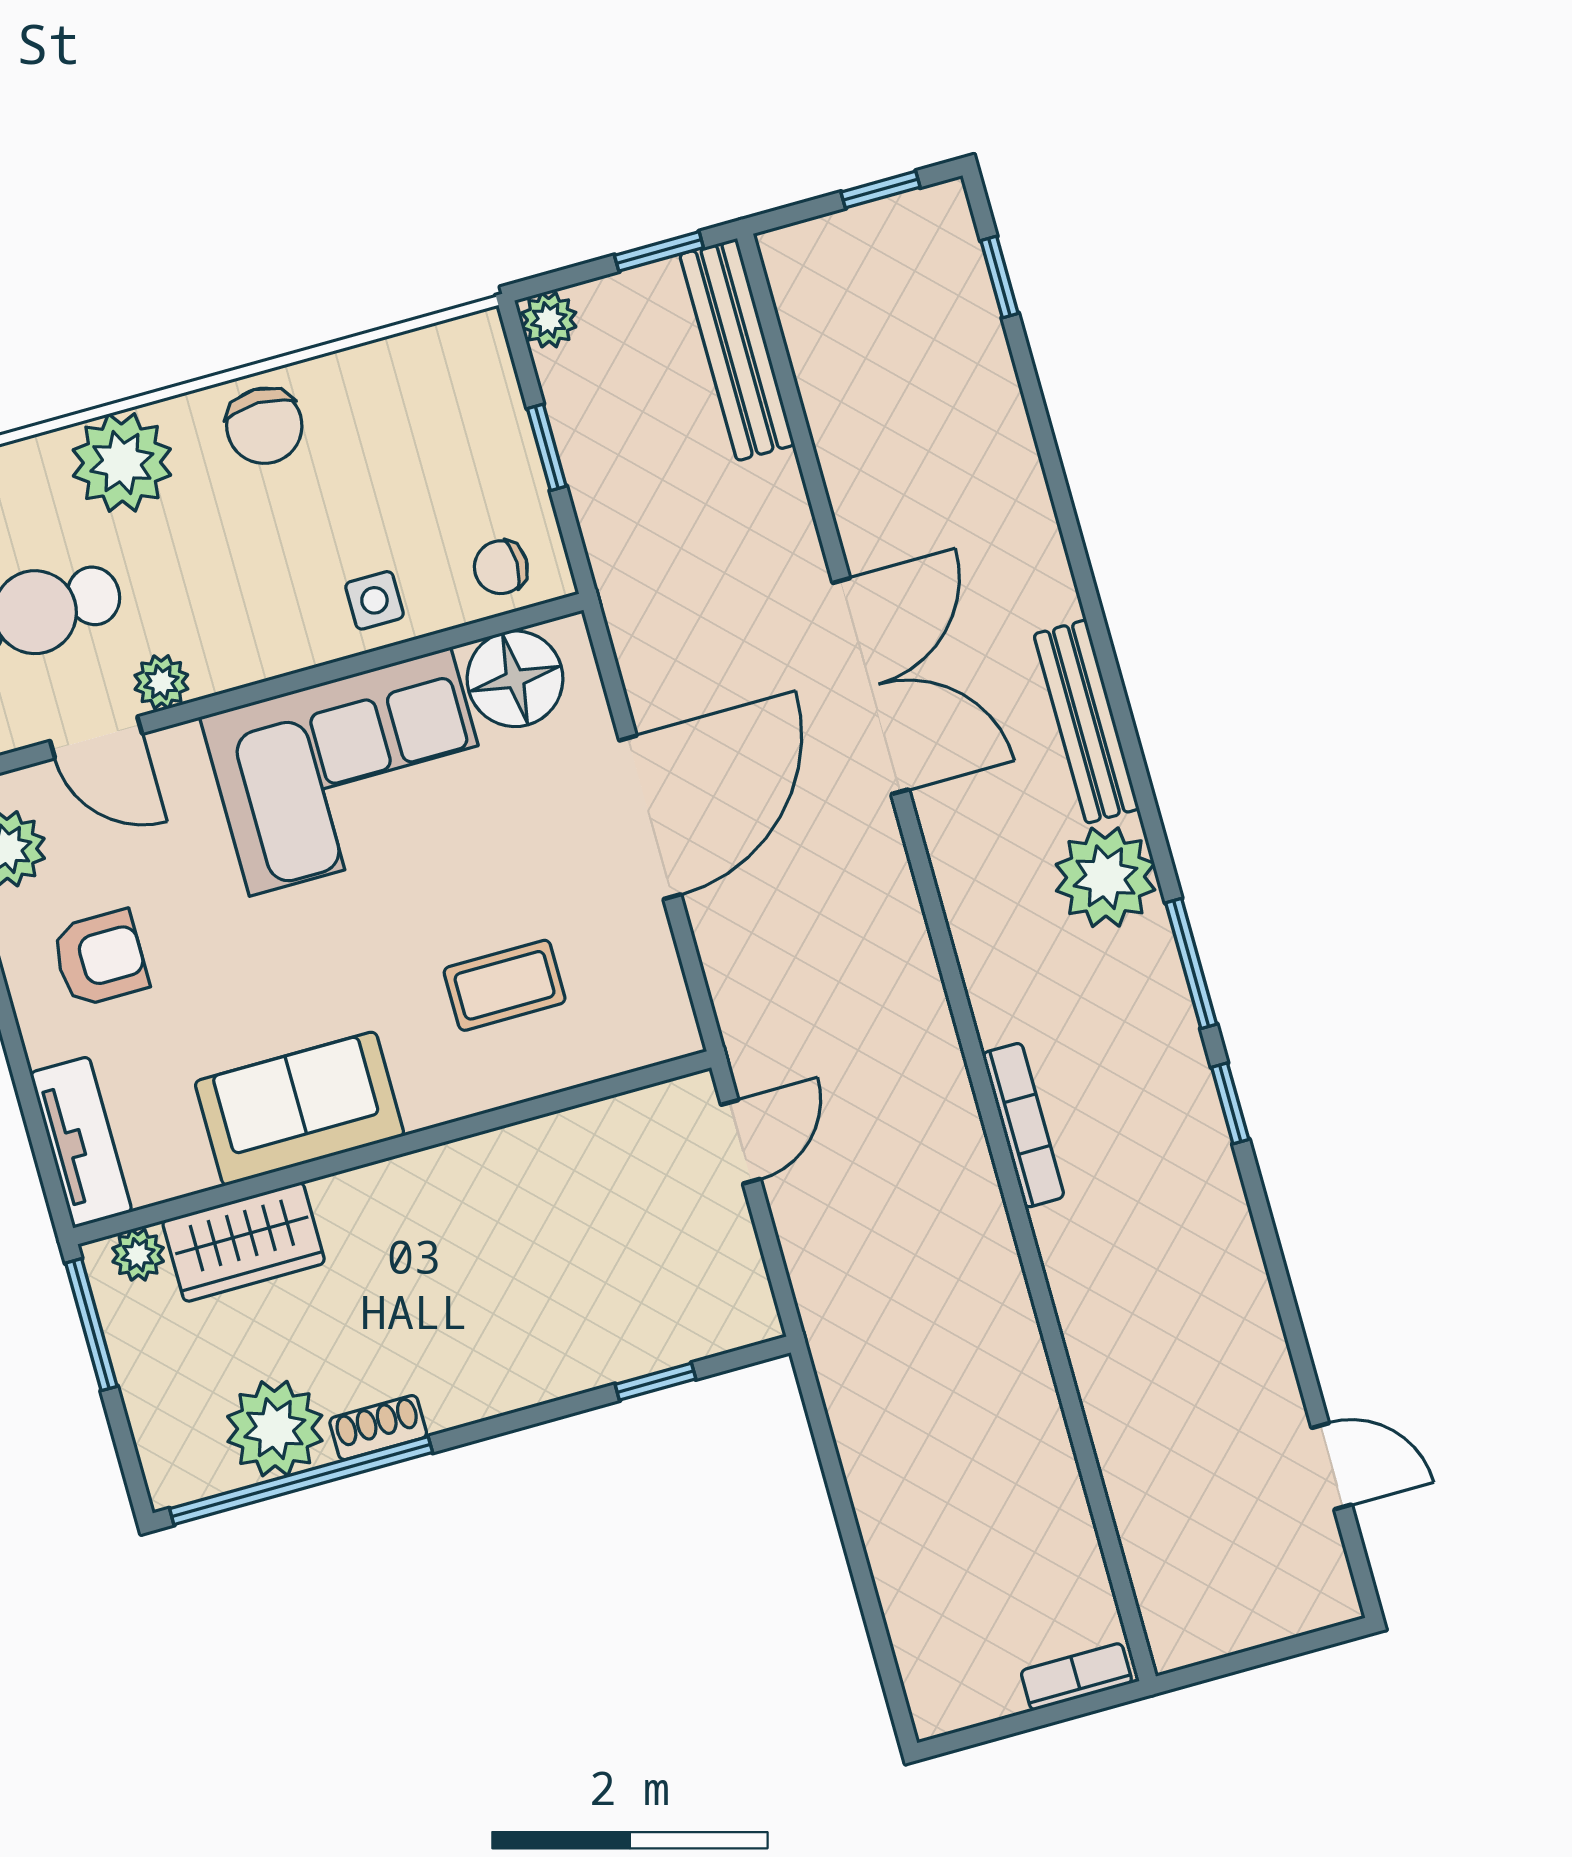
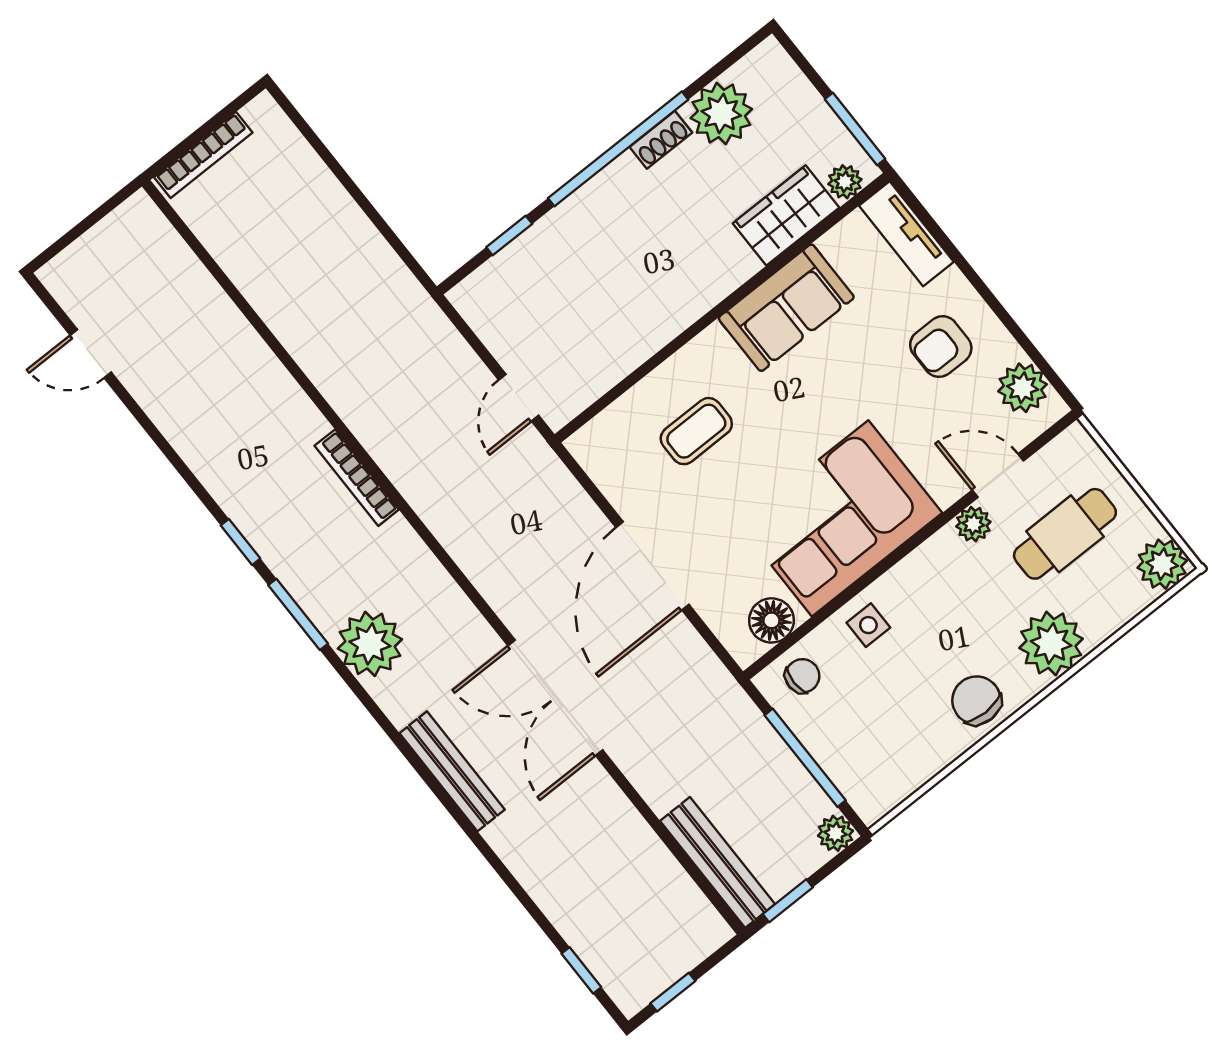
window: (547, 447) -> (805, 758), width x2.17
floor lamp: (515, 679) -> (771, 620), width x0.73, depth x0.73
bench: (1086, 722) -> (452, 771), moved
window: (301, 1481) -> (618, 149), moved
bookcase: (1076, 1677) -> (203, 155), width x1.56

